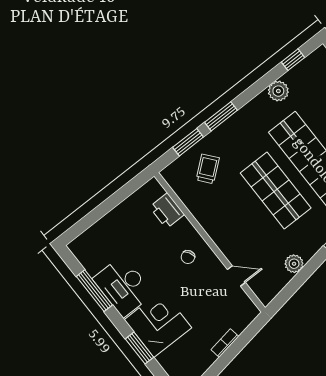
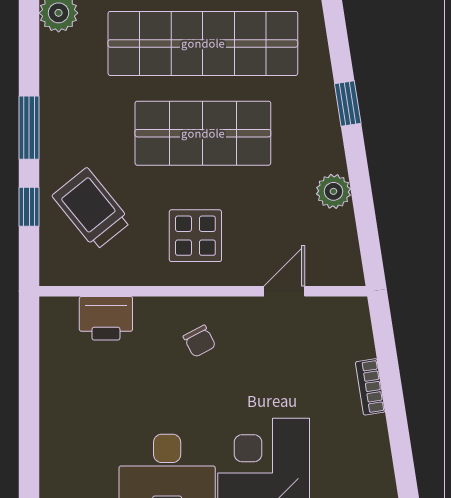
window: (188, 142) -> (29, 207), width x0.67
trolley: (208, 169) -> (92, 209), width x1.36, depth x1.39
display table: (230, 221) -> (195, 236), added

